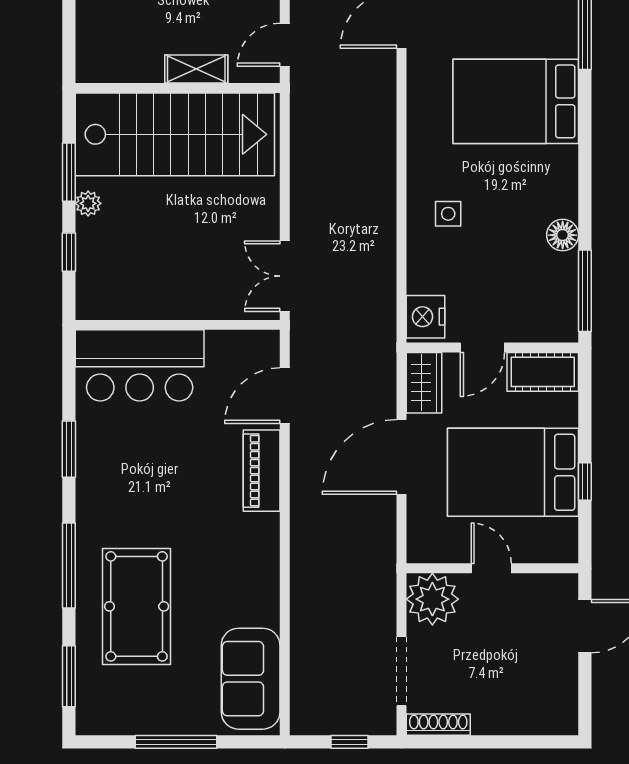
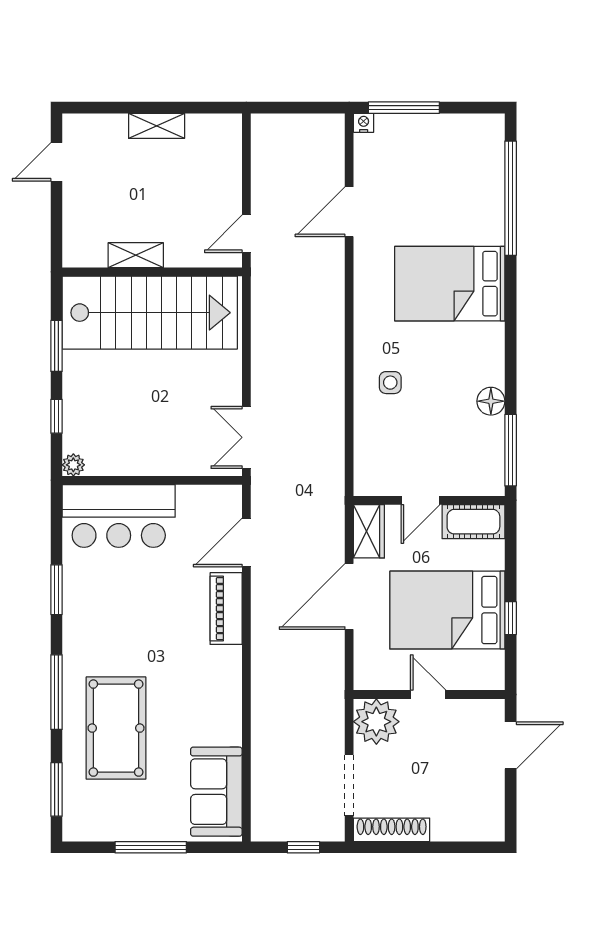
shelving: (196, 69) -> (136, 255), moved
plant: (88, 203) -> (73, 465), moved
nightstand: (426, 317) -> (370, 473), removed
shoe rack: (438, 725) -> (392, 830), width x1.36, depth x1.24

